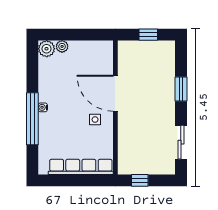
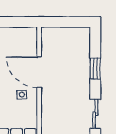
window: (148, 35) -> (67, 22), removed

